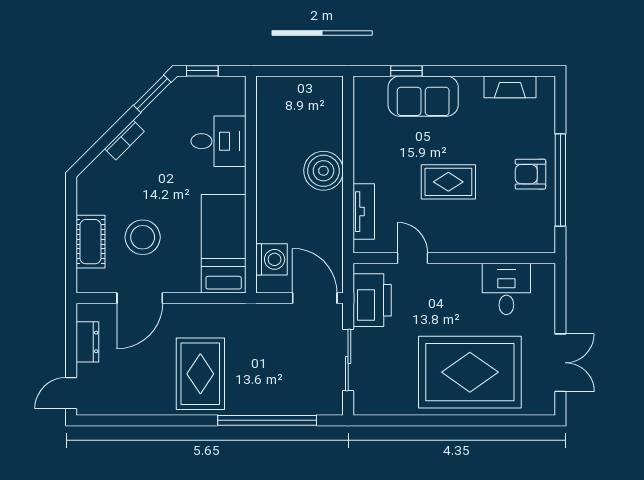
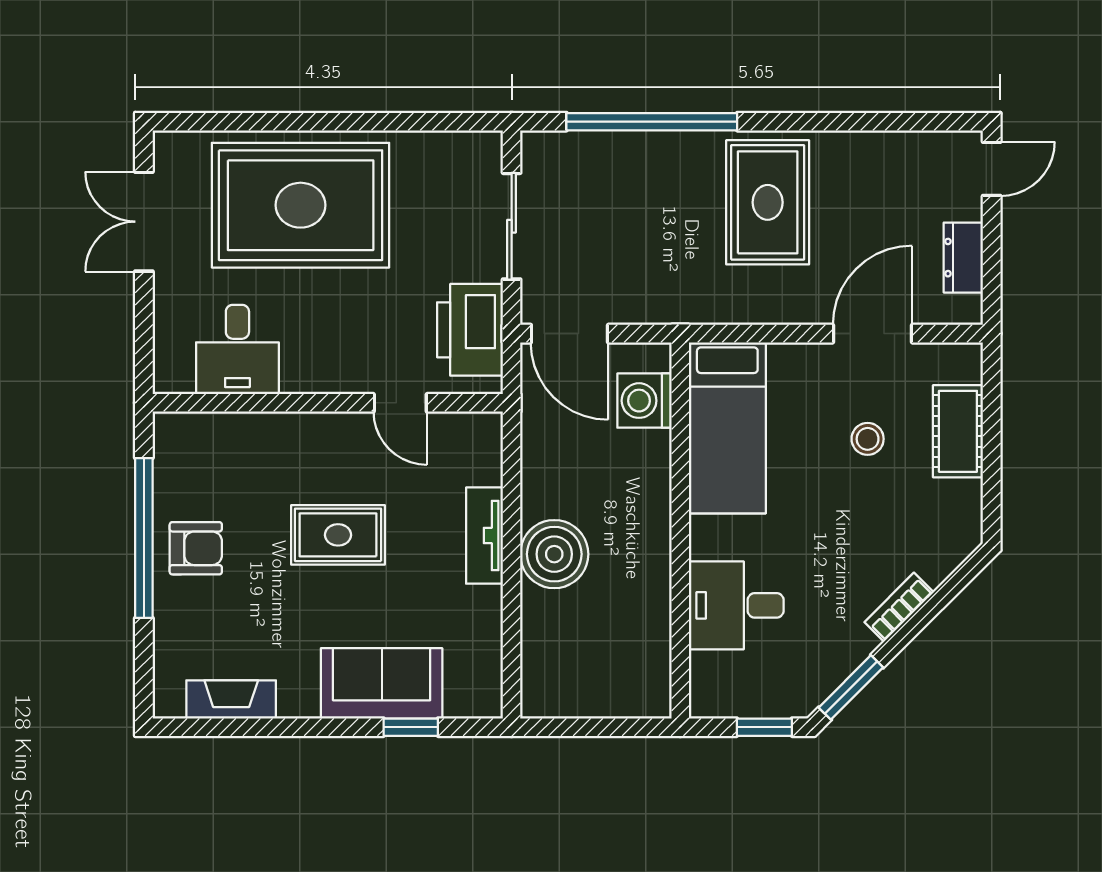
tv unit: (364, 212) -> (484, 536), moved
stool: (143, 237) -> (868, 439), width x0.53, depth x0.53

